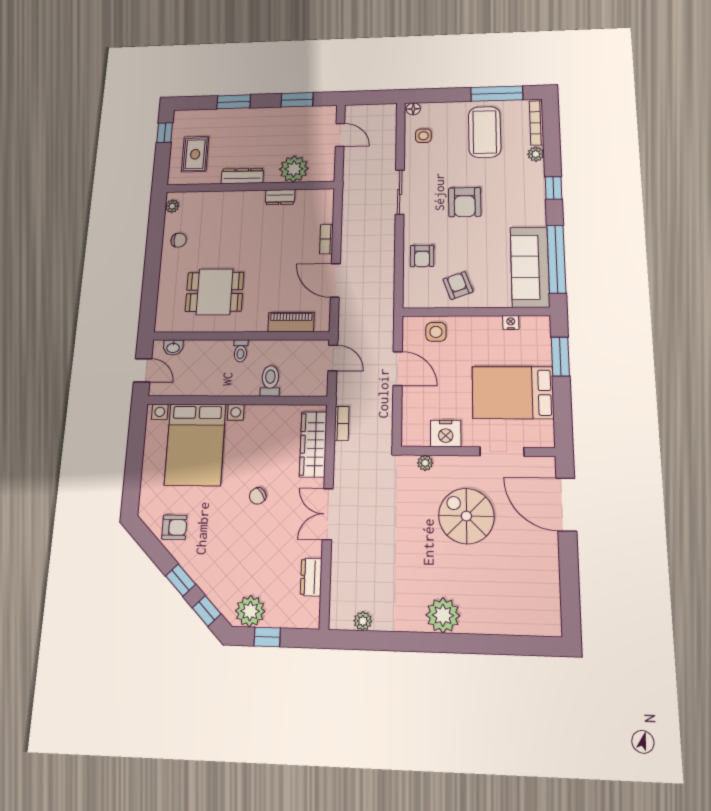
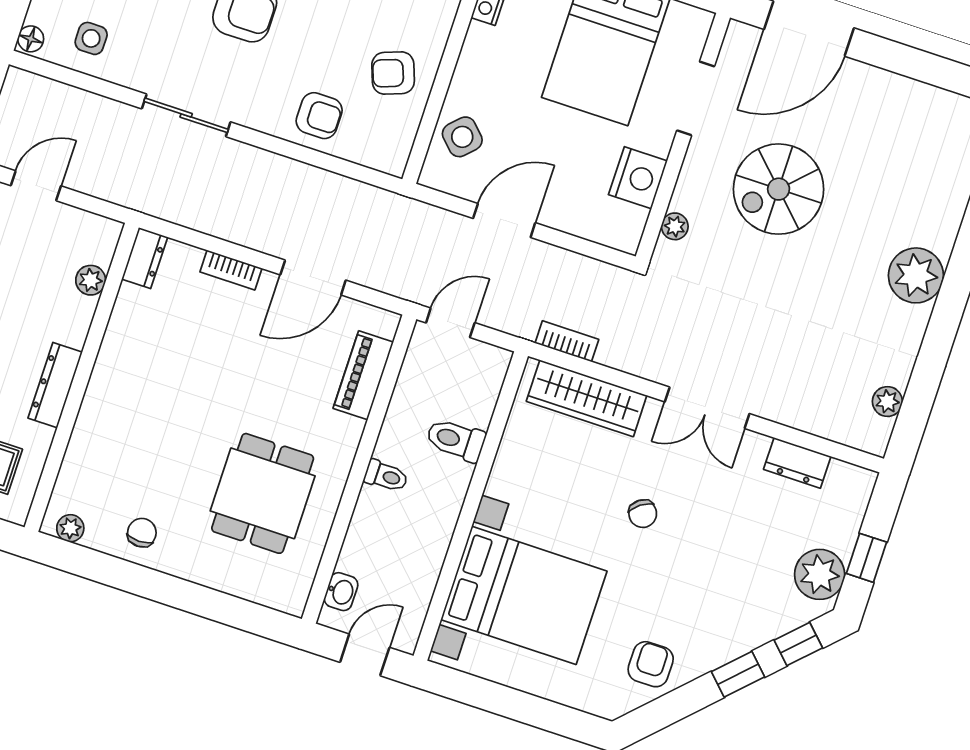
plant: (294, 169) -> (91, 280), width x0.53, depth x0.53
dresser: (280, 197) -> (145, 258), moved
side table: (436, 332) -> (462, 137), turned 45

